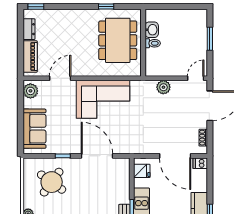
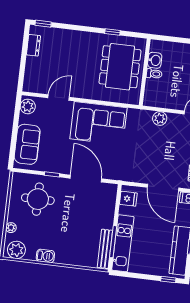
piano: (30, 56) -> (31, 72), removed
round table: (52, 182) -> (38, 199), turned -36

